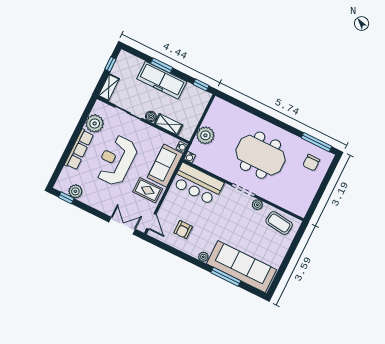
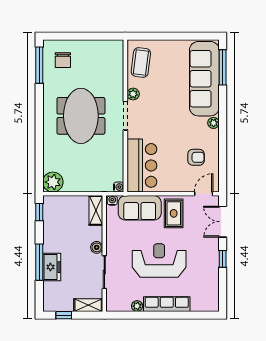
window: (162, 66) -> (39, 262), width x1.44
freezer: (162, 80) -> (52, 267), width x0.52, depth x0.79
plant: (95, 123) -> (137, 306), width x0.53, depth x0.53
shelving: (168, 124) -> (96, 210), moved
plant: (205, 135) -> (53, 182), moved
reception desk: (116, 160) -> (159, 261), turned 180
chair: (311, 163) -> (63, 60), turned 90
plant: (75, 191) -> (211, 287), removed
window: (66, 198) -> (223, 259), moved
window: (226, 277) -> (223, 67), moved

